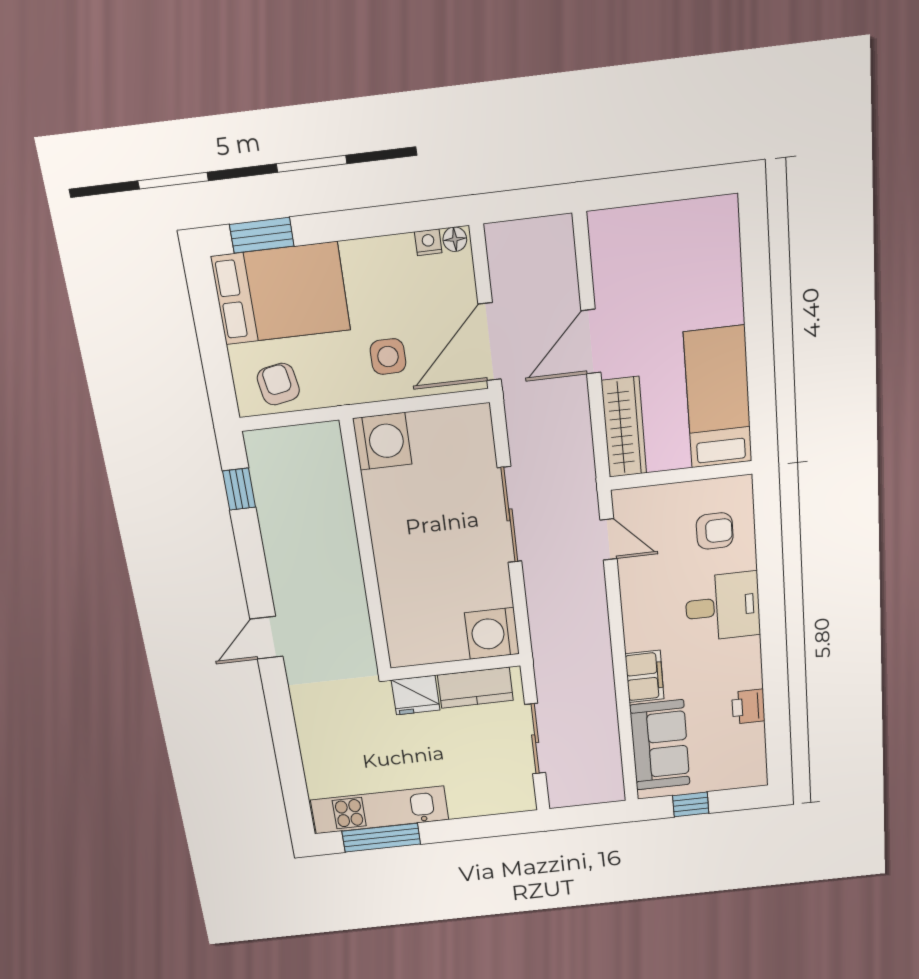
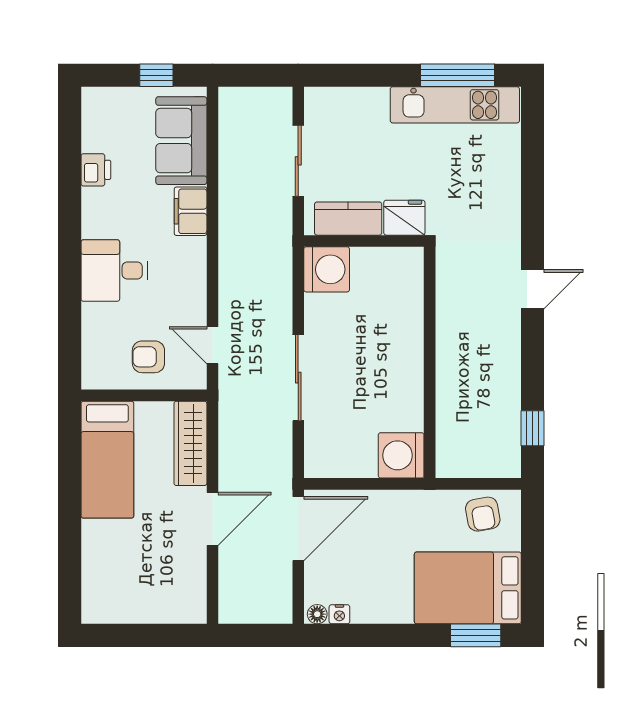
side table: (388, 357) -> (386, 526), removed
armchair: (715, 531) -> (148, 357), moved

